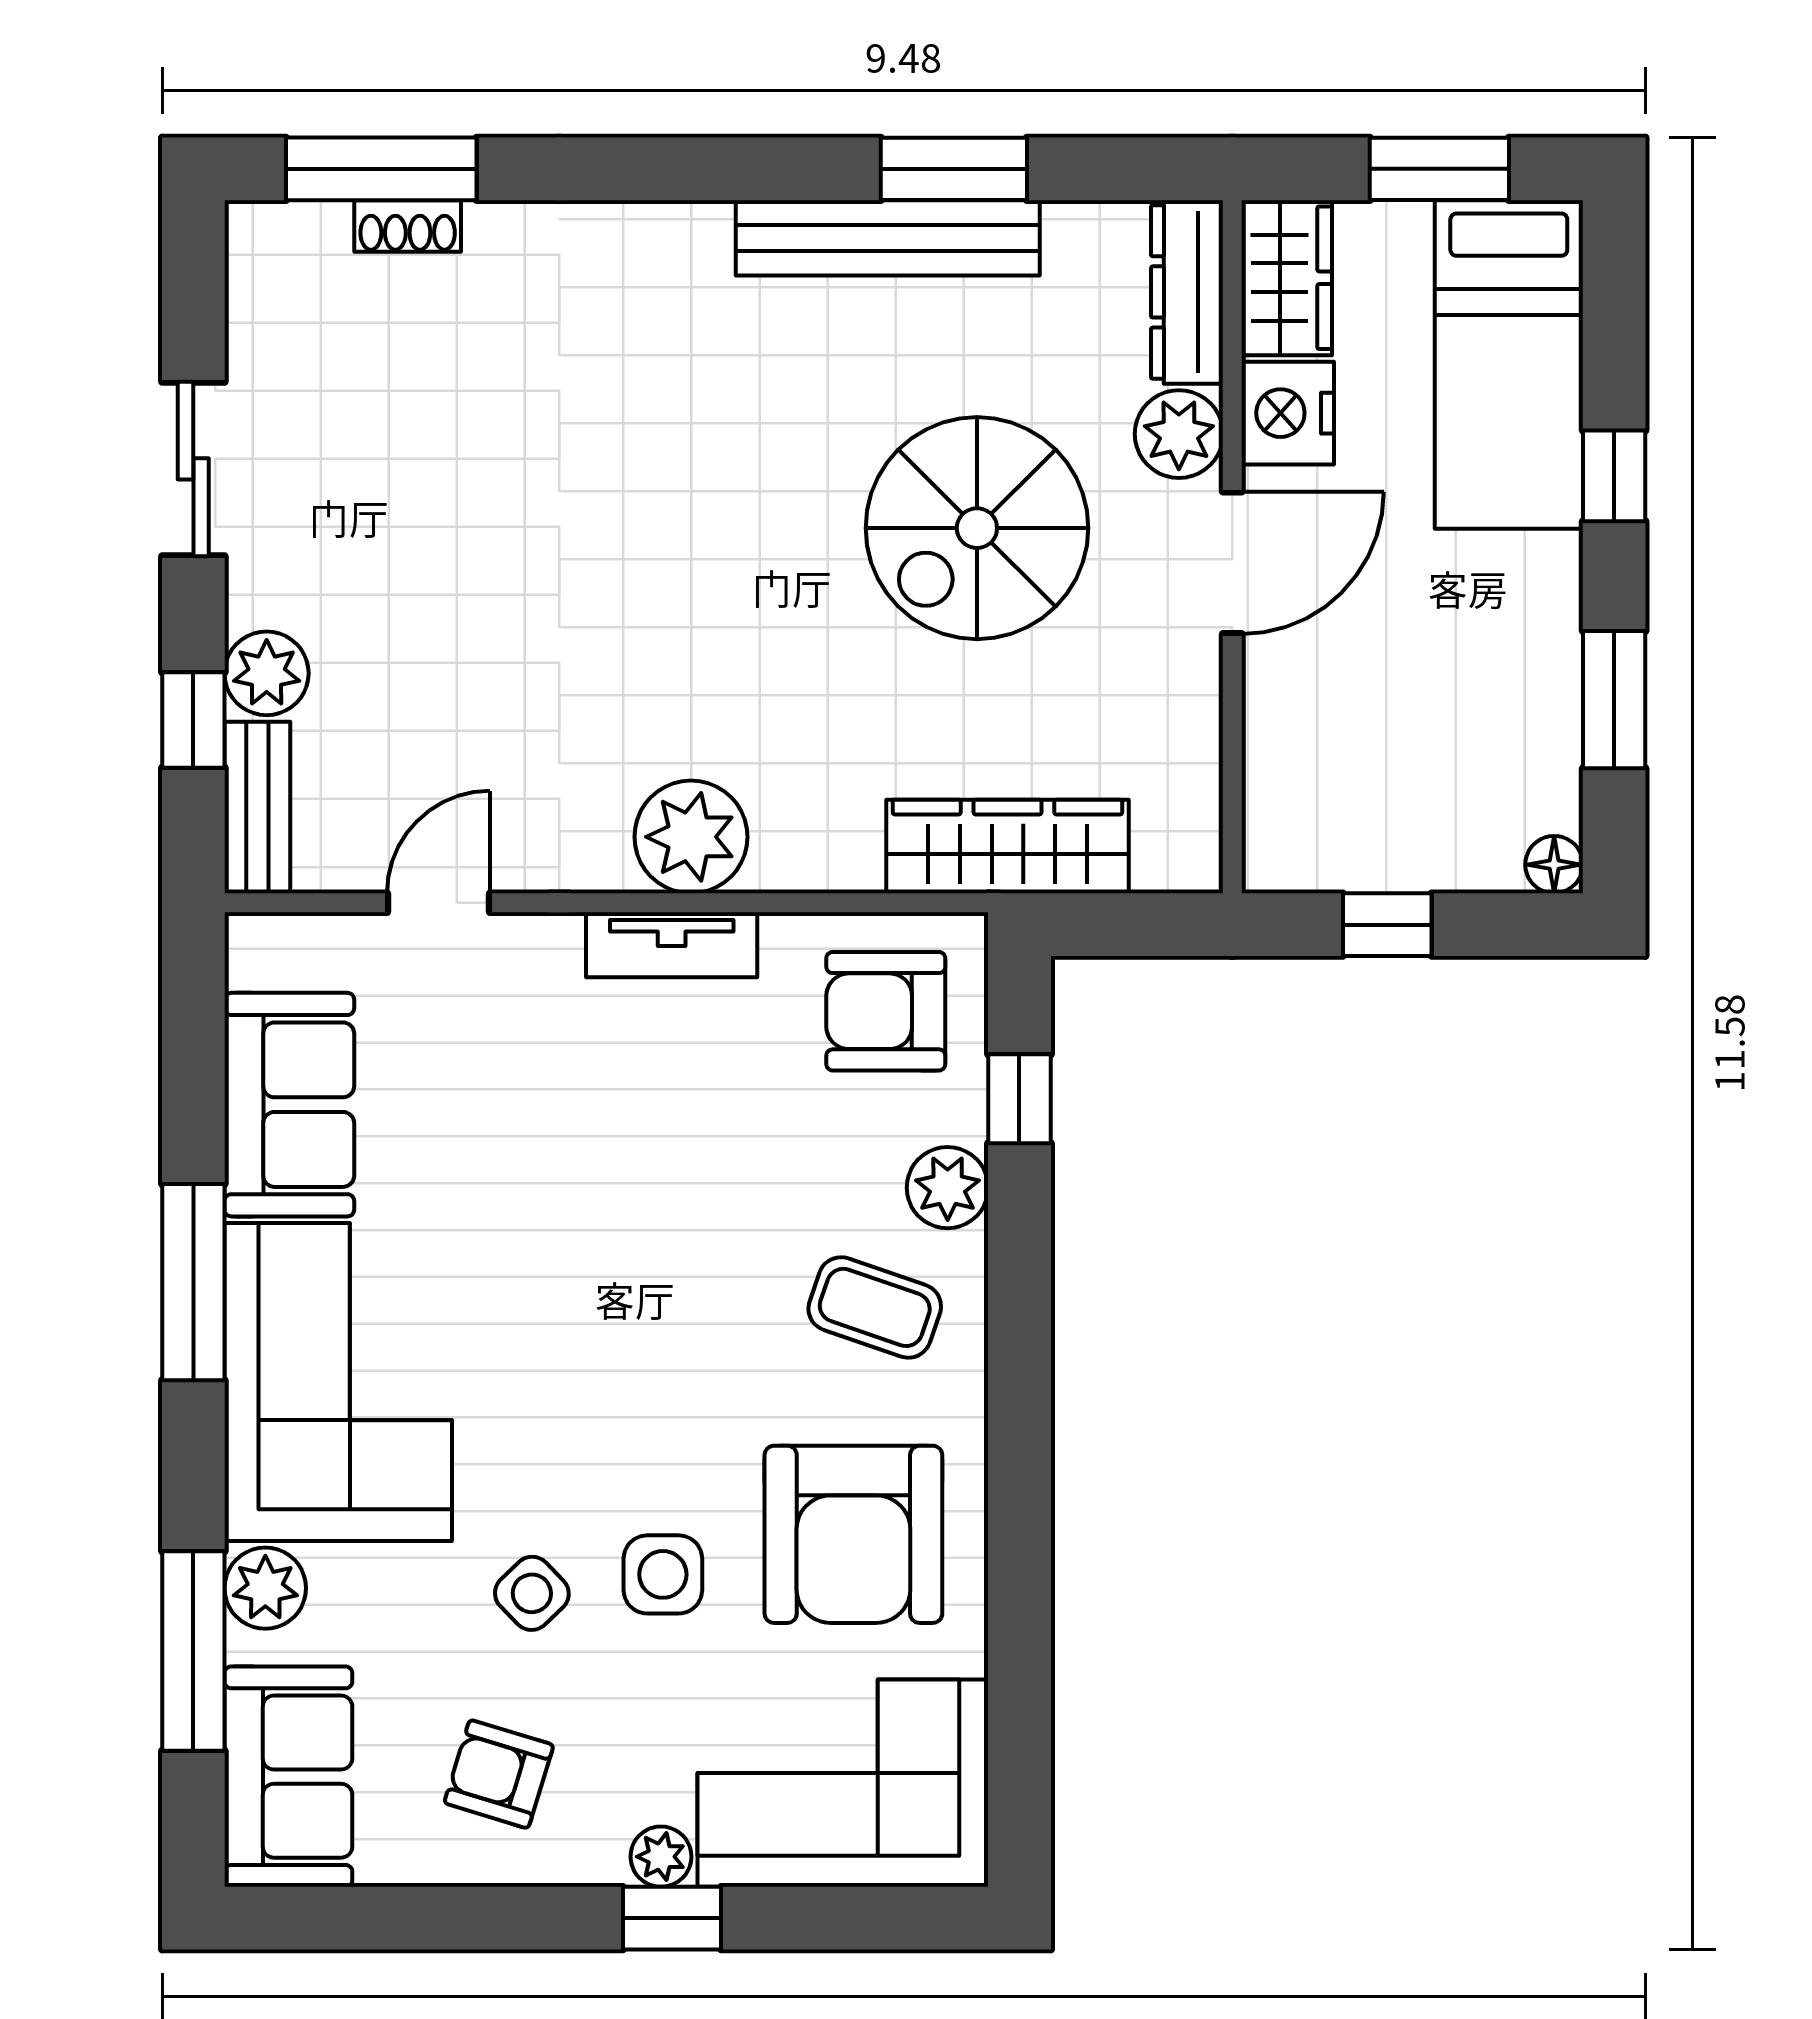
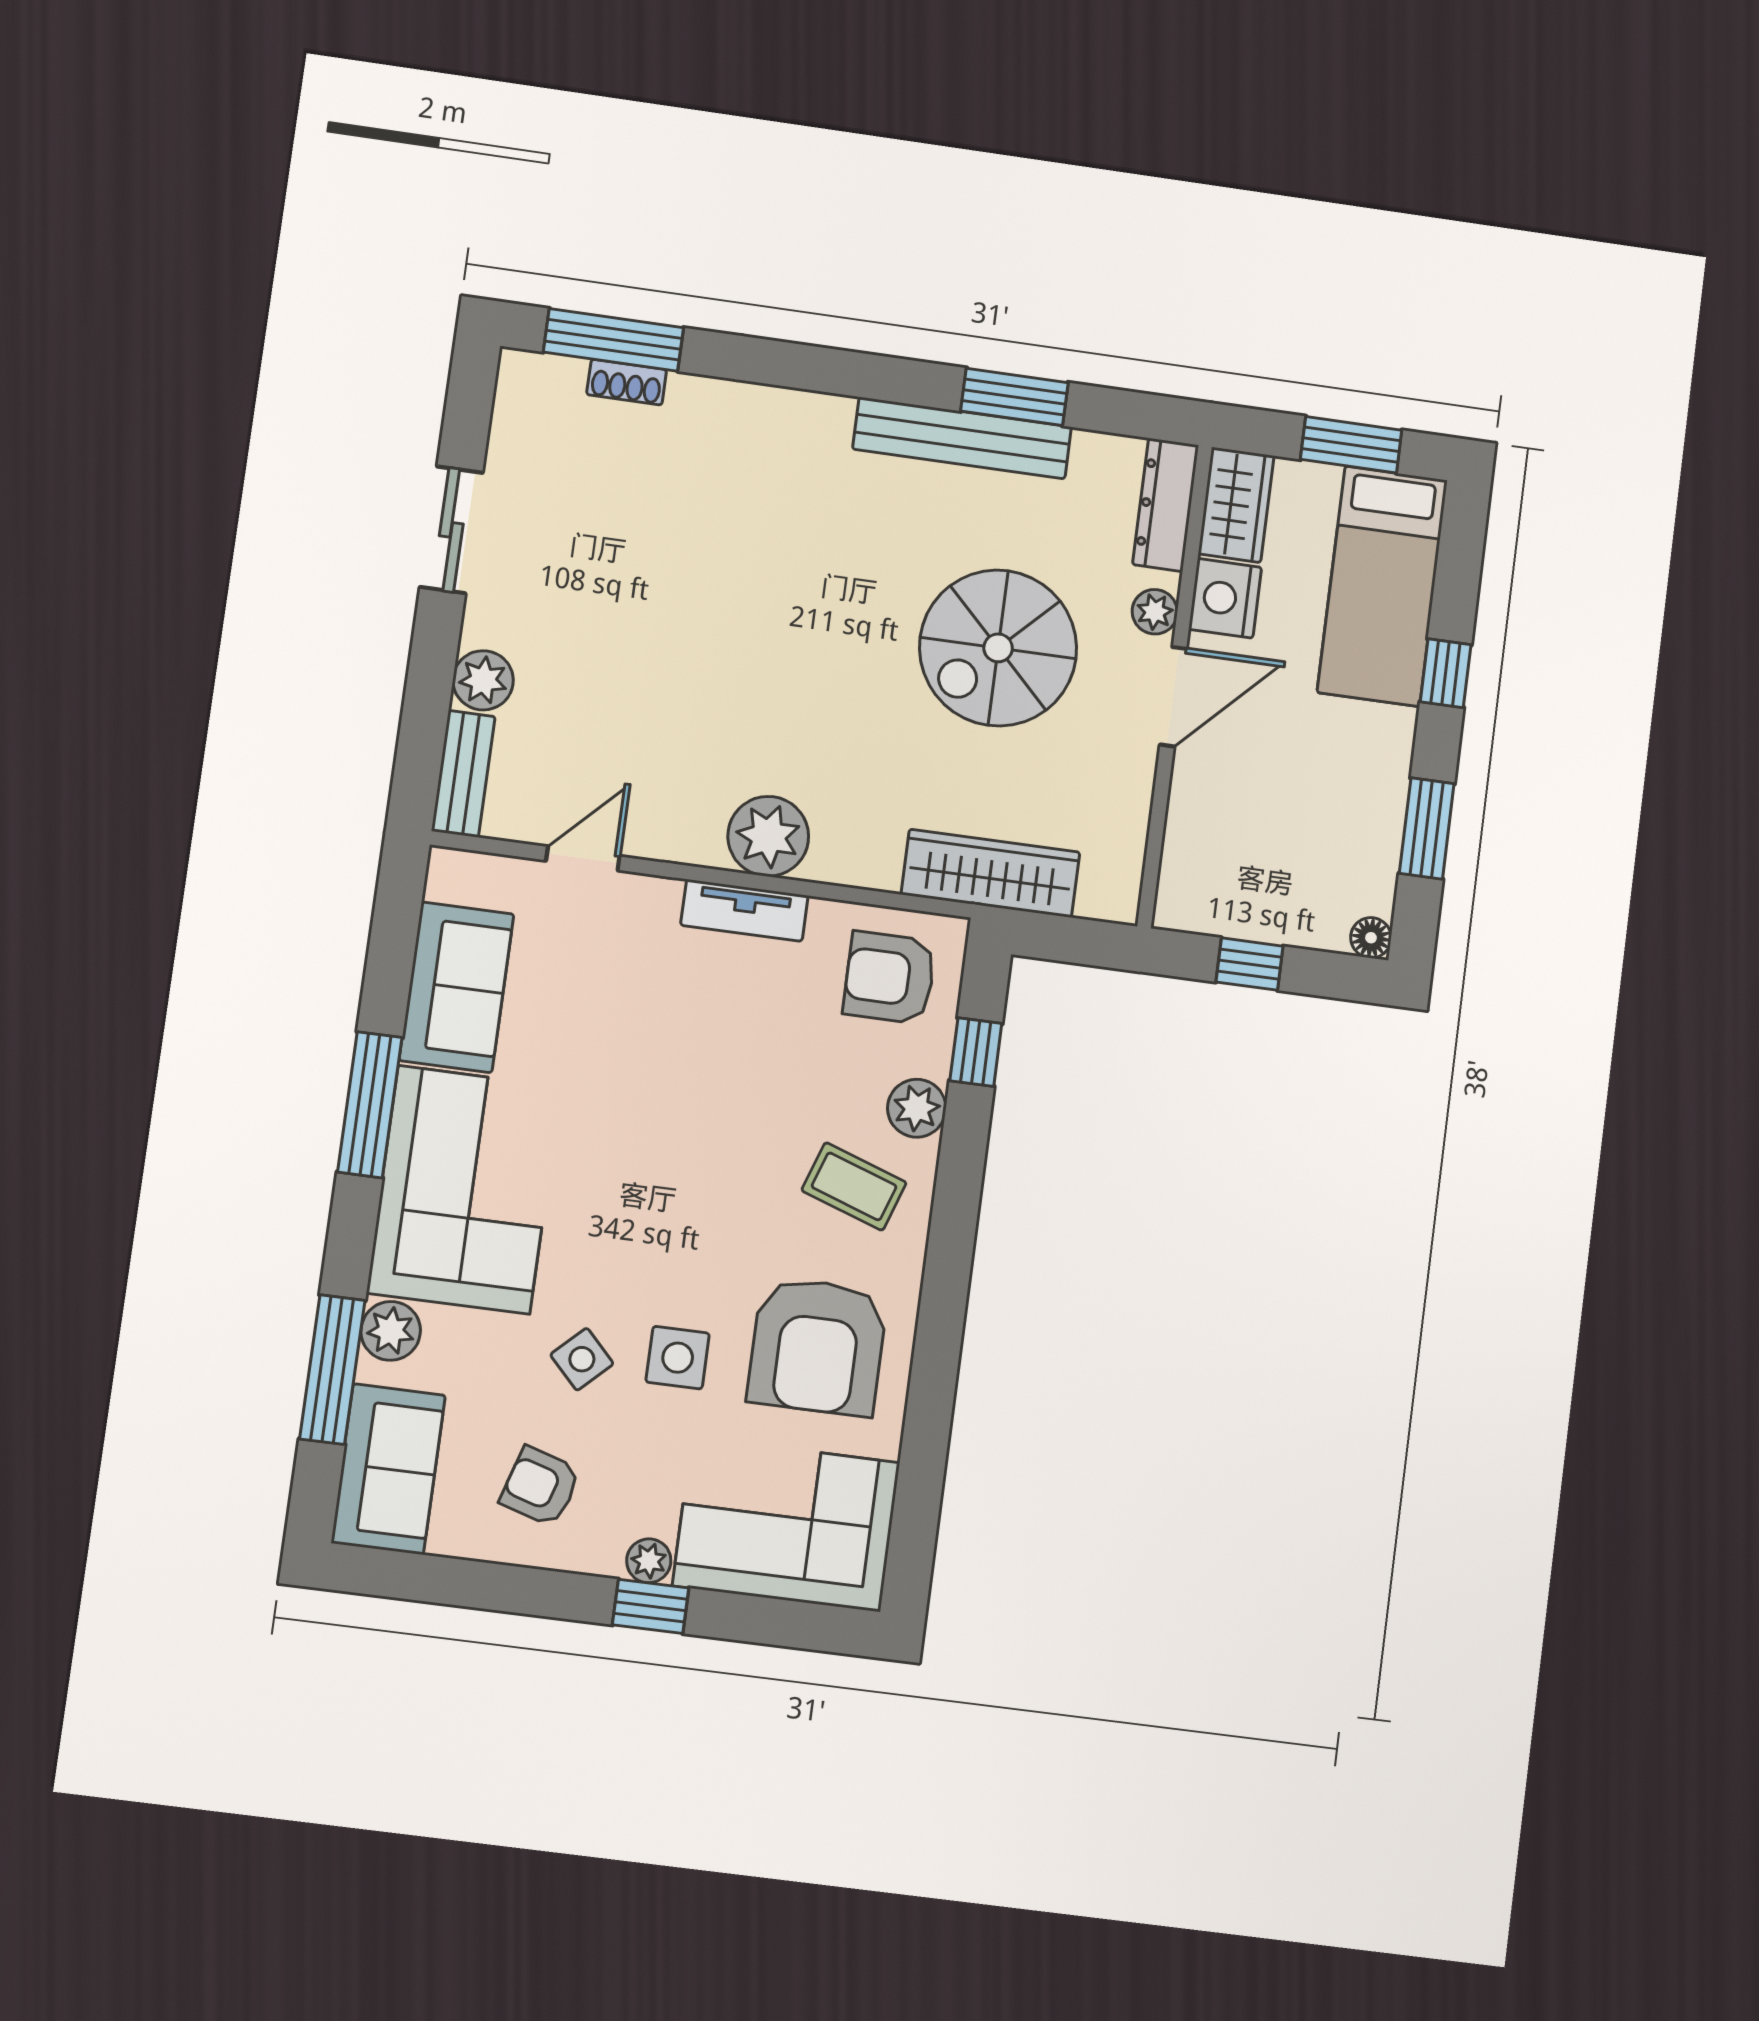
plant: (1179, 434) -> (1155, 612), width x0.73, depth x0.73
window: (193, 720) -> (426, 706), removed

